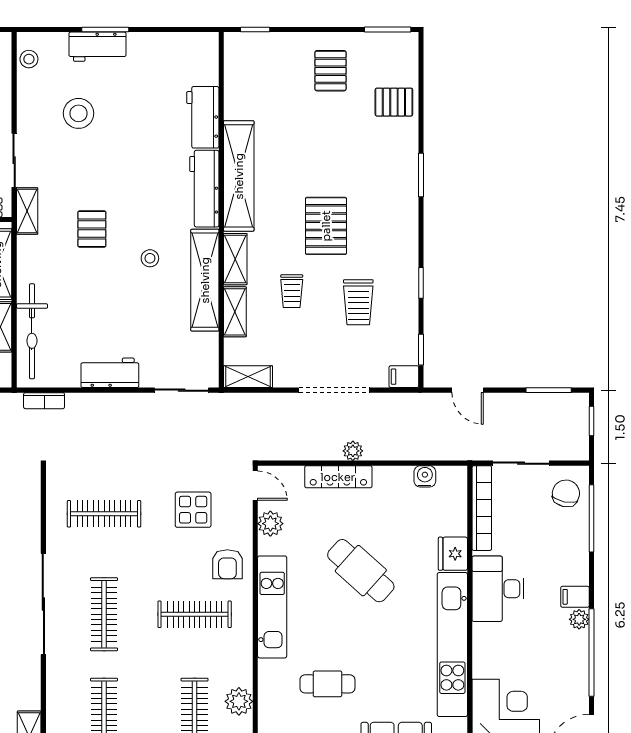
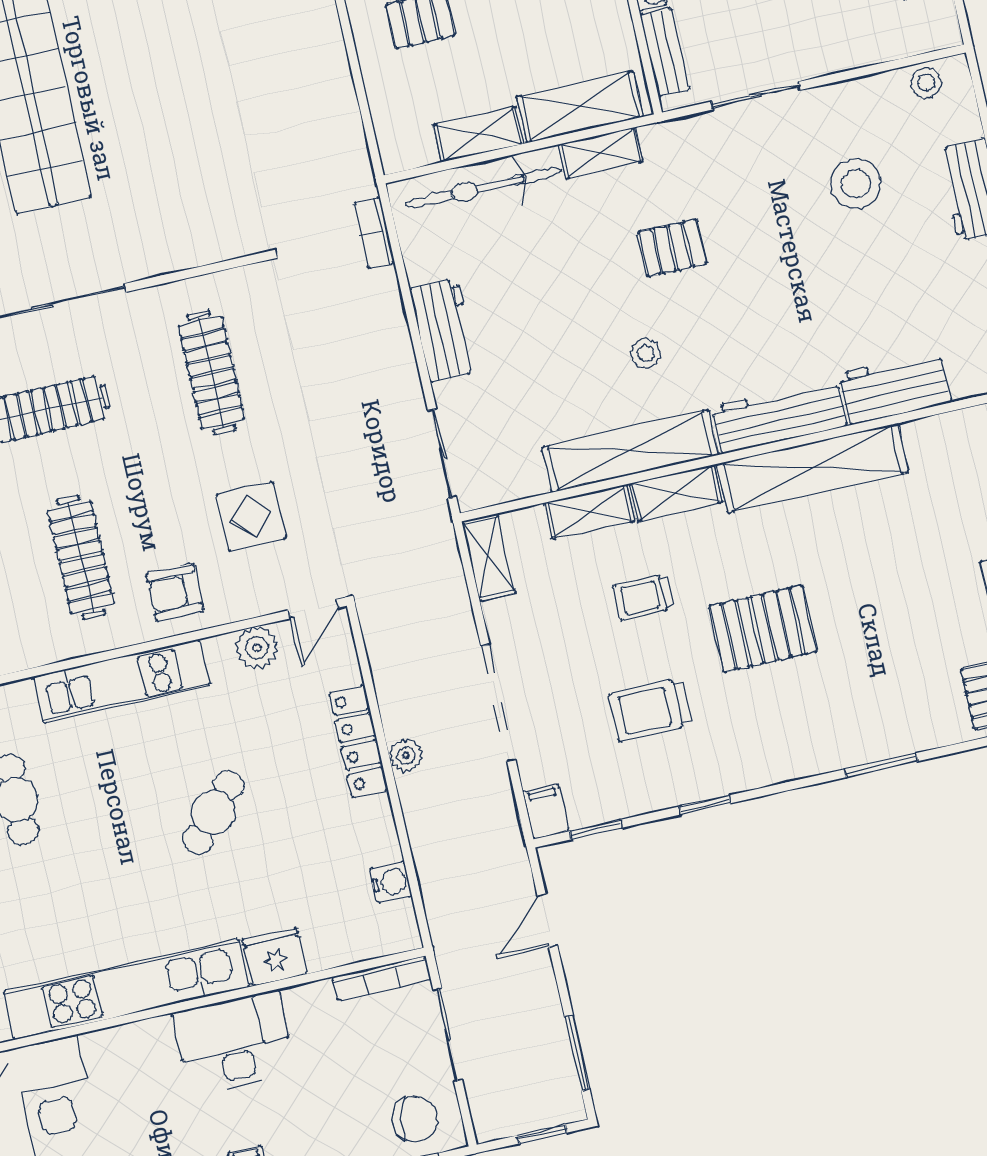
shelving: (27, 211) -> (600, 153), moved
bookcase: (482, 508) -> (382, 978), width x0.68, depth x0.76
cafe table: (361, 571) -> (213, 813), width x0.73, depth x0.74

